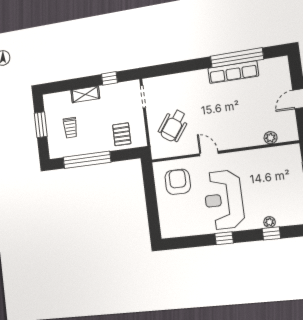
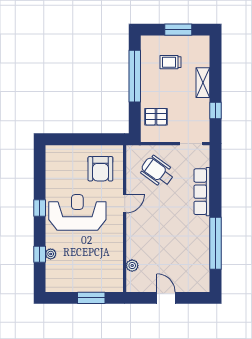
row of seats: (233, 72) -> (202, 192), moved
armchair: (178, 182) -> (100, 169), turned 90

